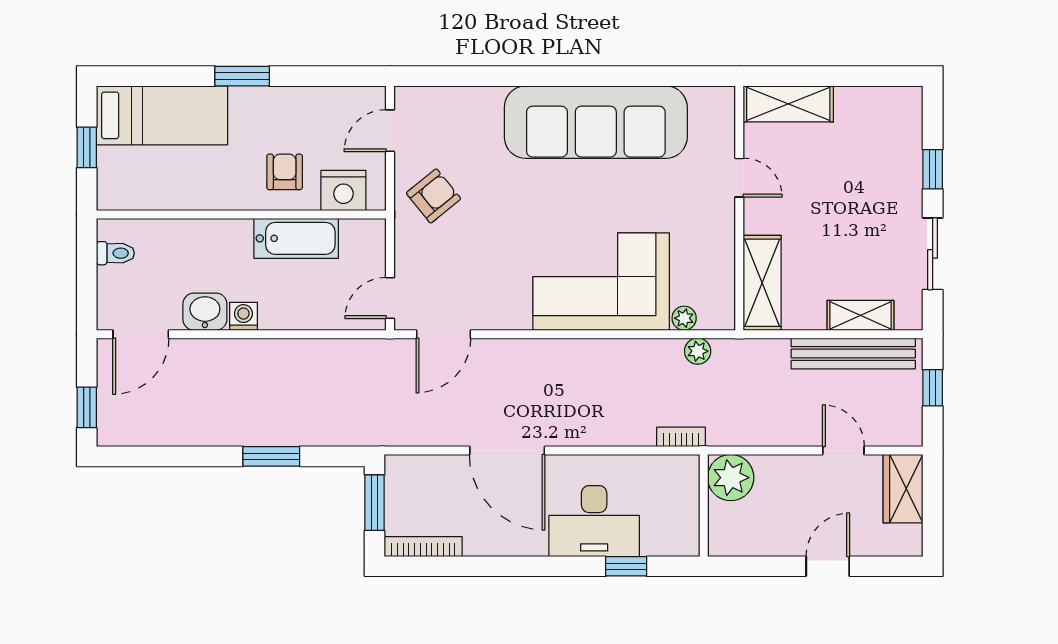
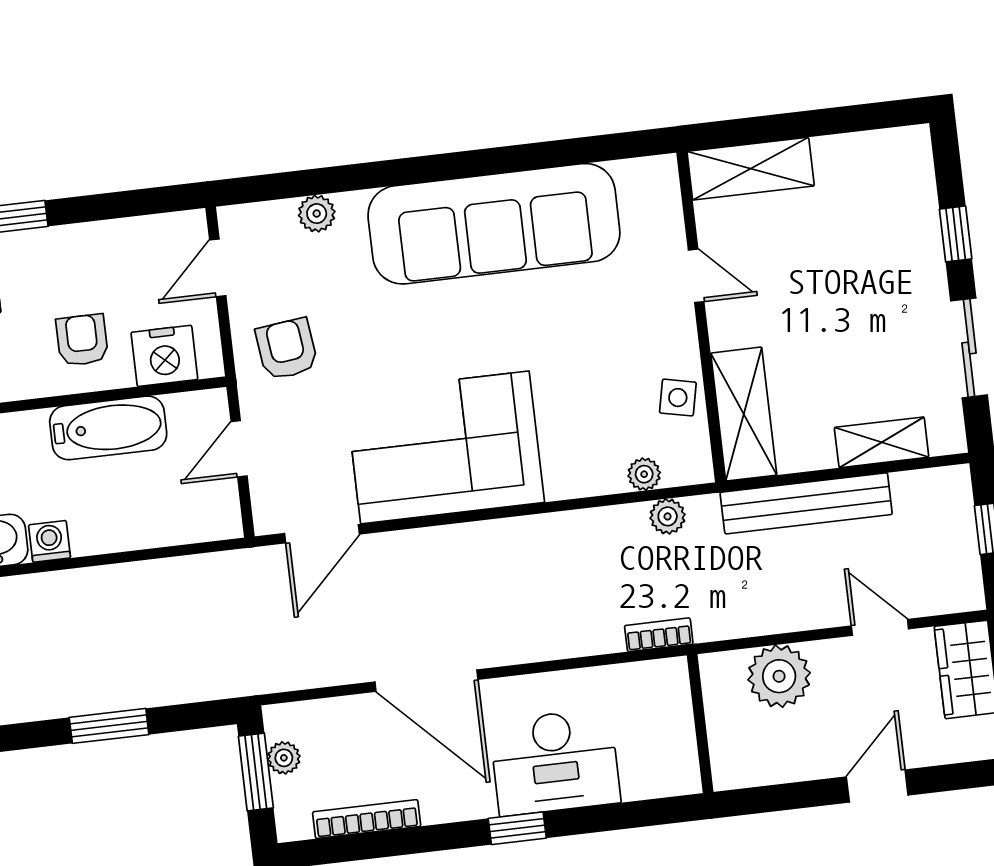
plant: (467, 99) -> (317, 214), added
armchair: (434, 196) -> (287, 349), turned -58
side table: (715, 265) -> (678, 398), added
corner sofa: (601, 282) -> (445, 447), moved
door: (390, 298) -> (239, 449), moved
bench: (853, 353) -> (806, 503), moved
plant: (731, 478) -> (779, 676), moved
plant: (396, 495) -> (284, 758), added
bookcase: (423, 547) -> (367, 819), moved
window: (626, 566) -> (517, 828), moved

